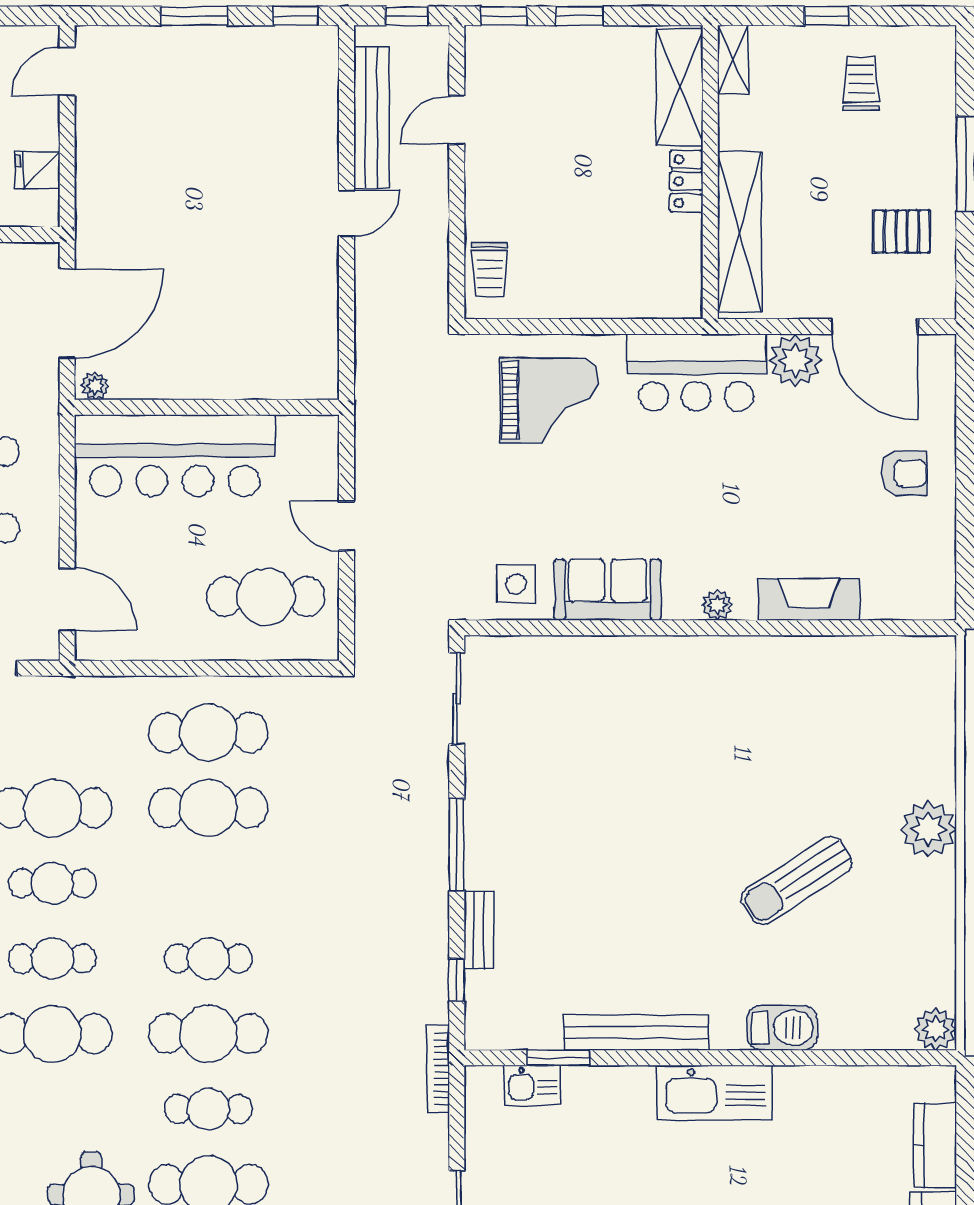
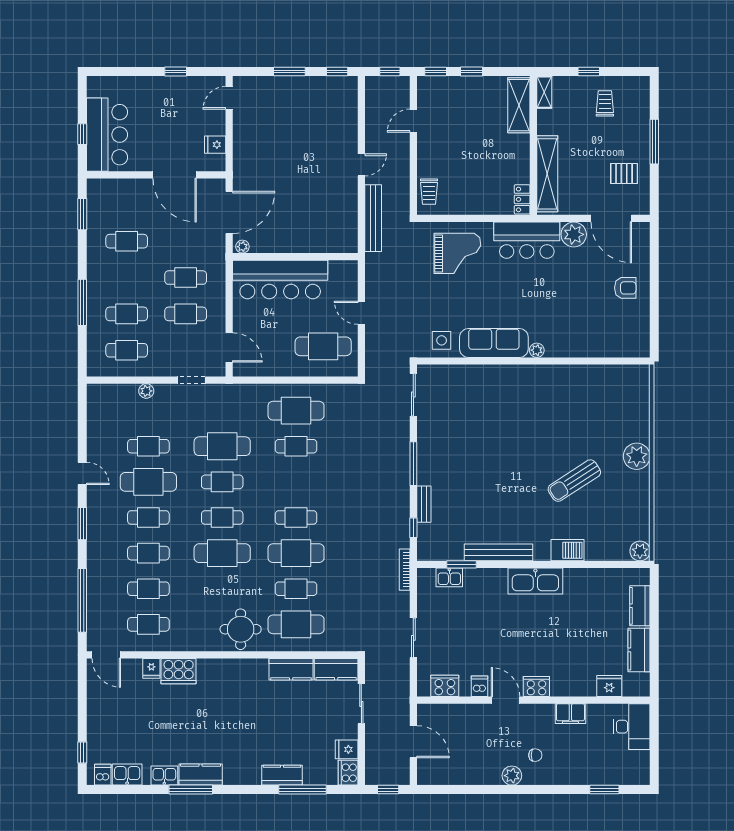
bench: (371, 117) -> (373, 218), moved
locker: (686, 181) -> (522, 199), moved
sofa: (608, 590) -> (494, 343), width x1.36
fireplace: (809, 600) -> (580, 348), removed
cafe table: (208, 808) -> (296, 446), width x0.73, depth x0.74

